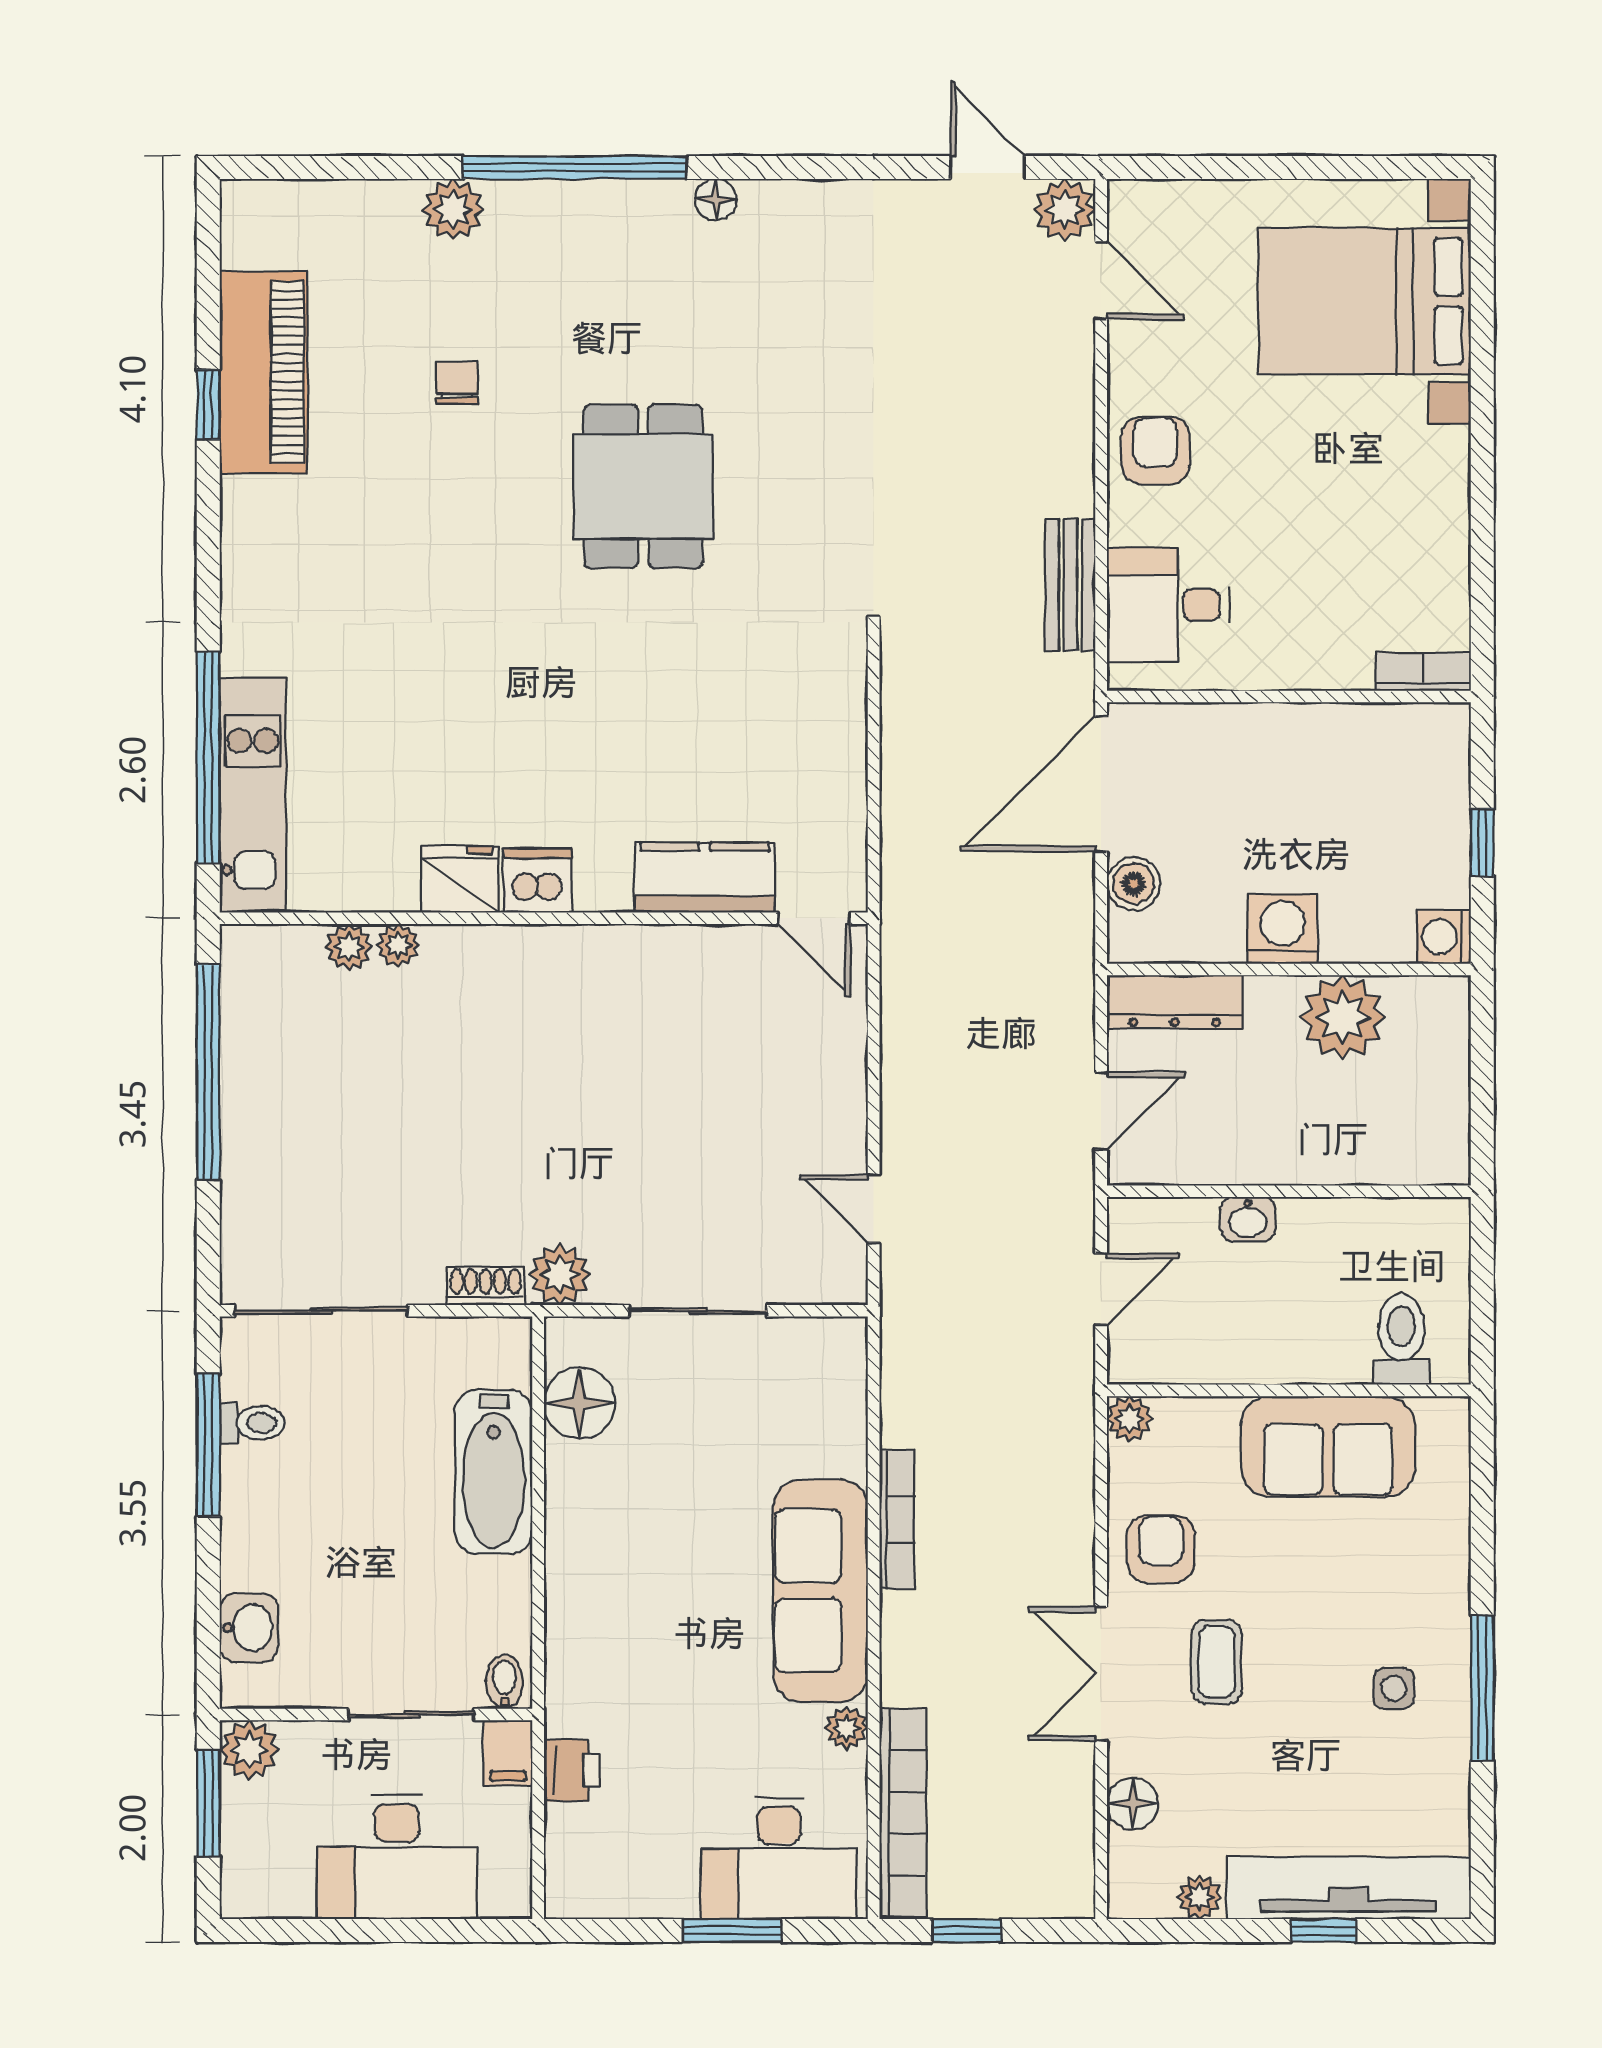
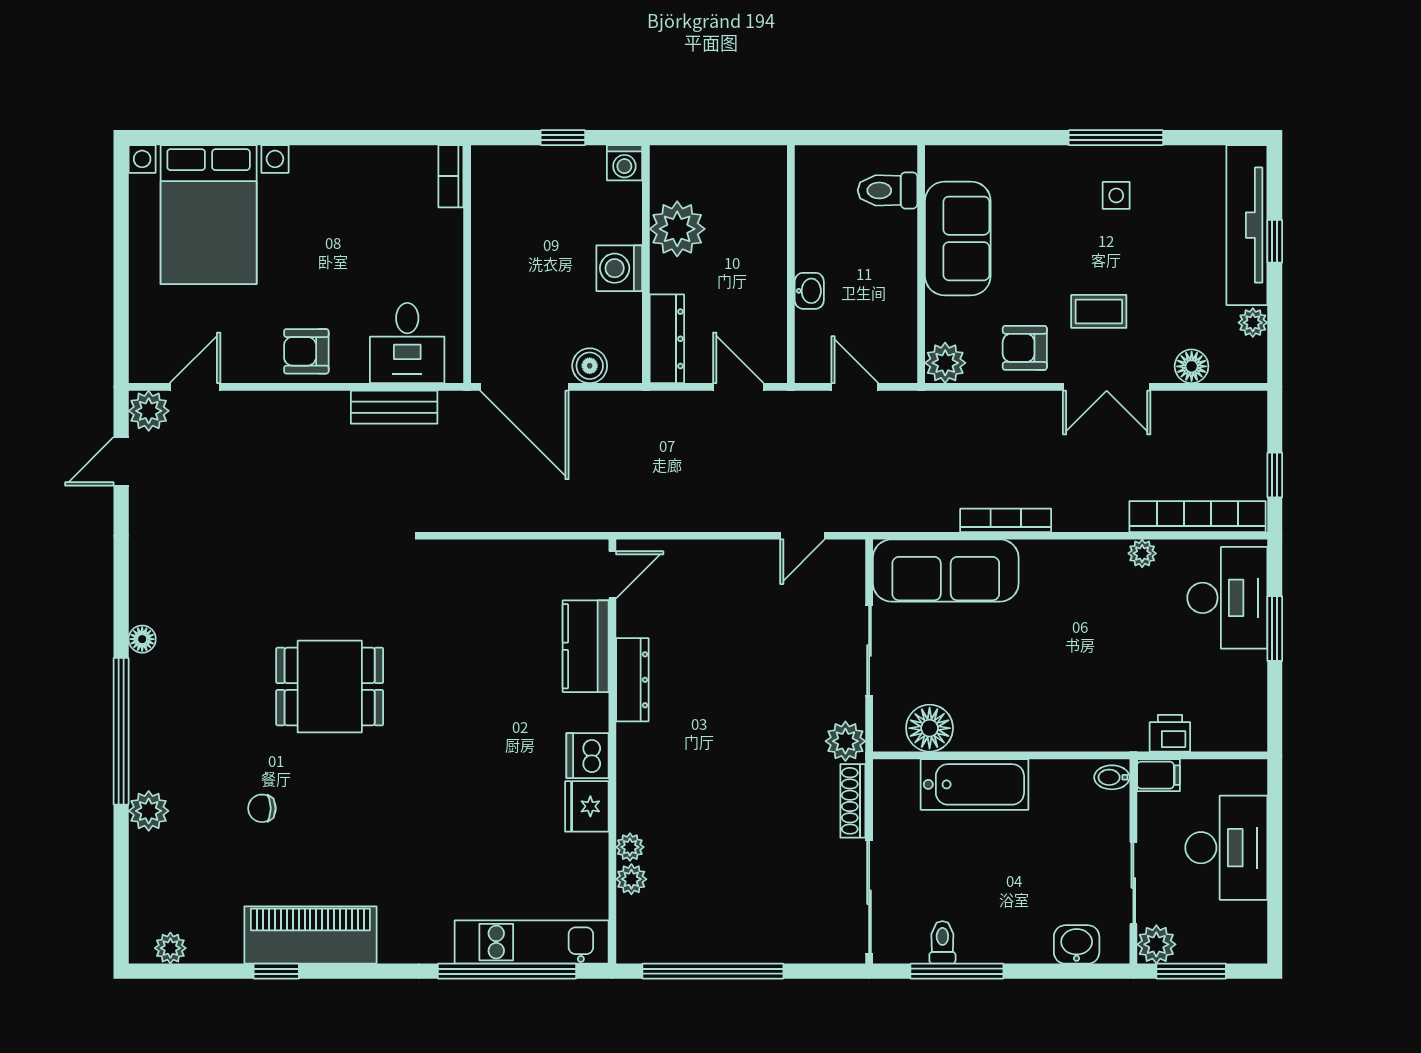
plant: (243, 243) -> (170, 948), added
piano: (264, 372) -> (310, 935), moved
dresser: (654, 949) -> (632, 680), added
shoe rack: (485, 1286) -> (853, 801), width x1.43
plant: (1129, 1419) -> (945, 363), width x1.38, depth x1.38
sofa: (821, 1591) -> (946, 570), moved
sliding door: (411, 1714) -> (1133, 883), moved

